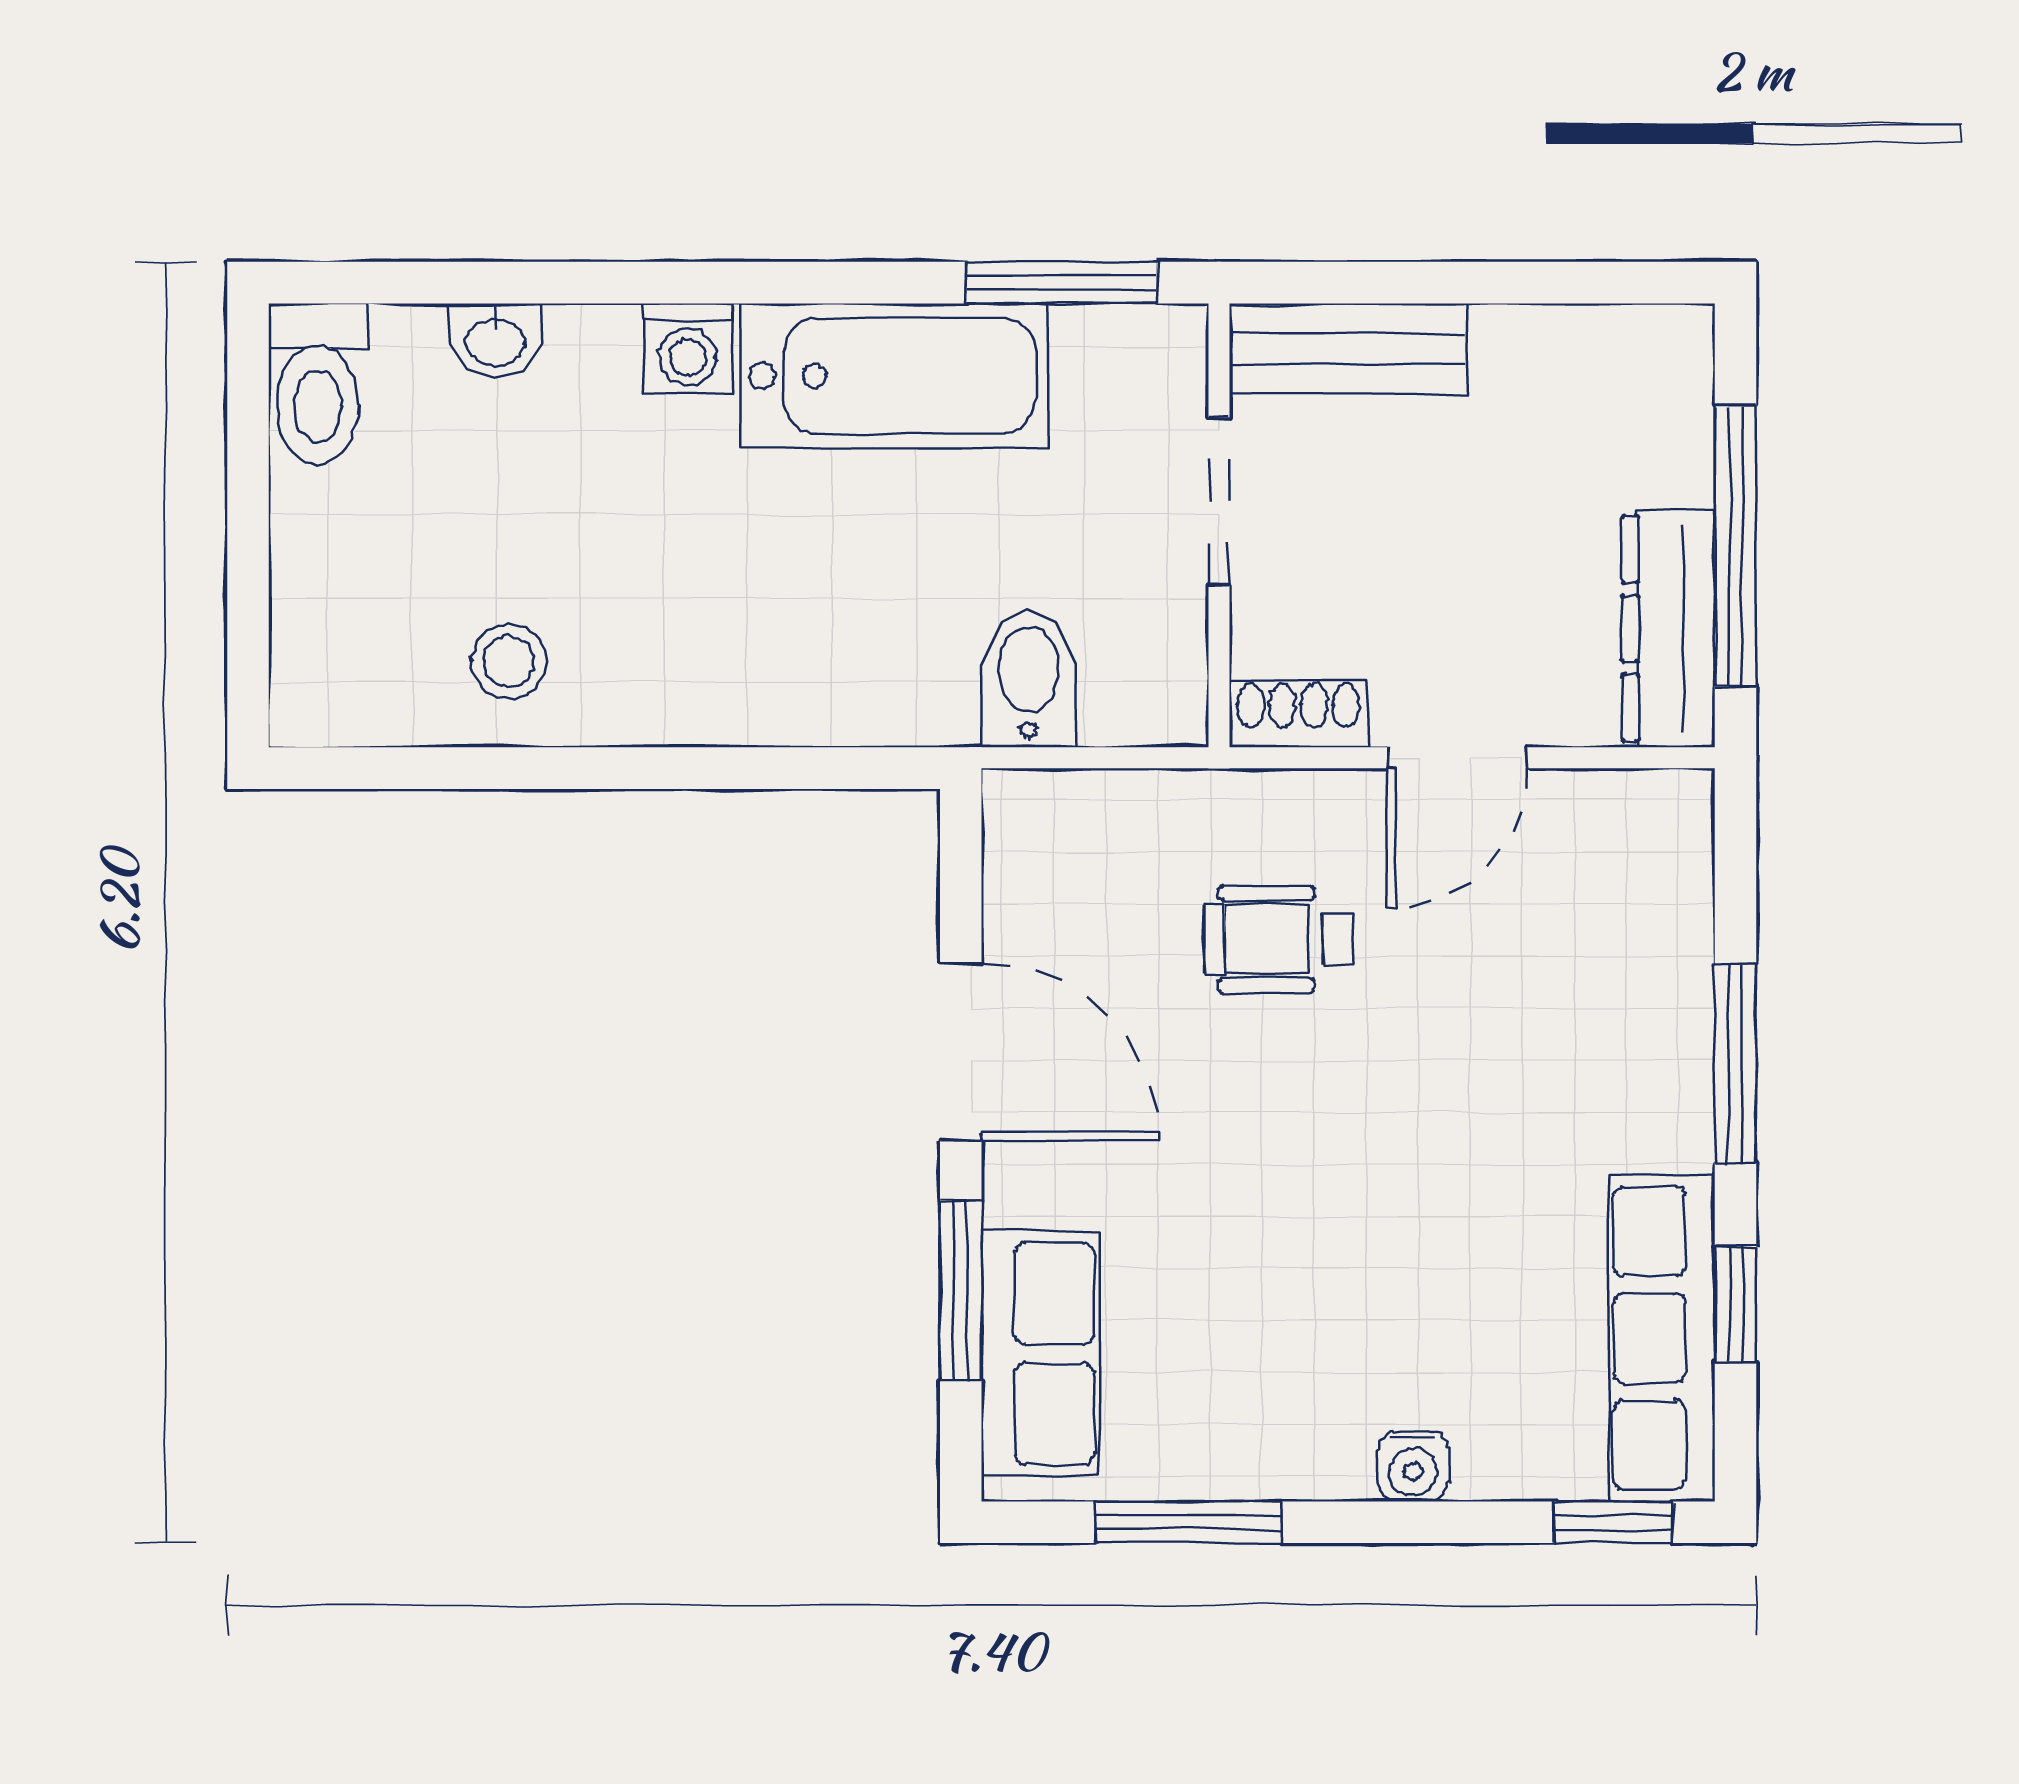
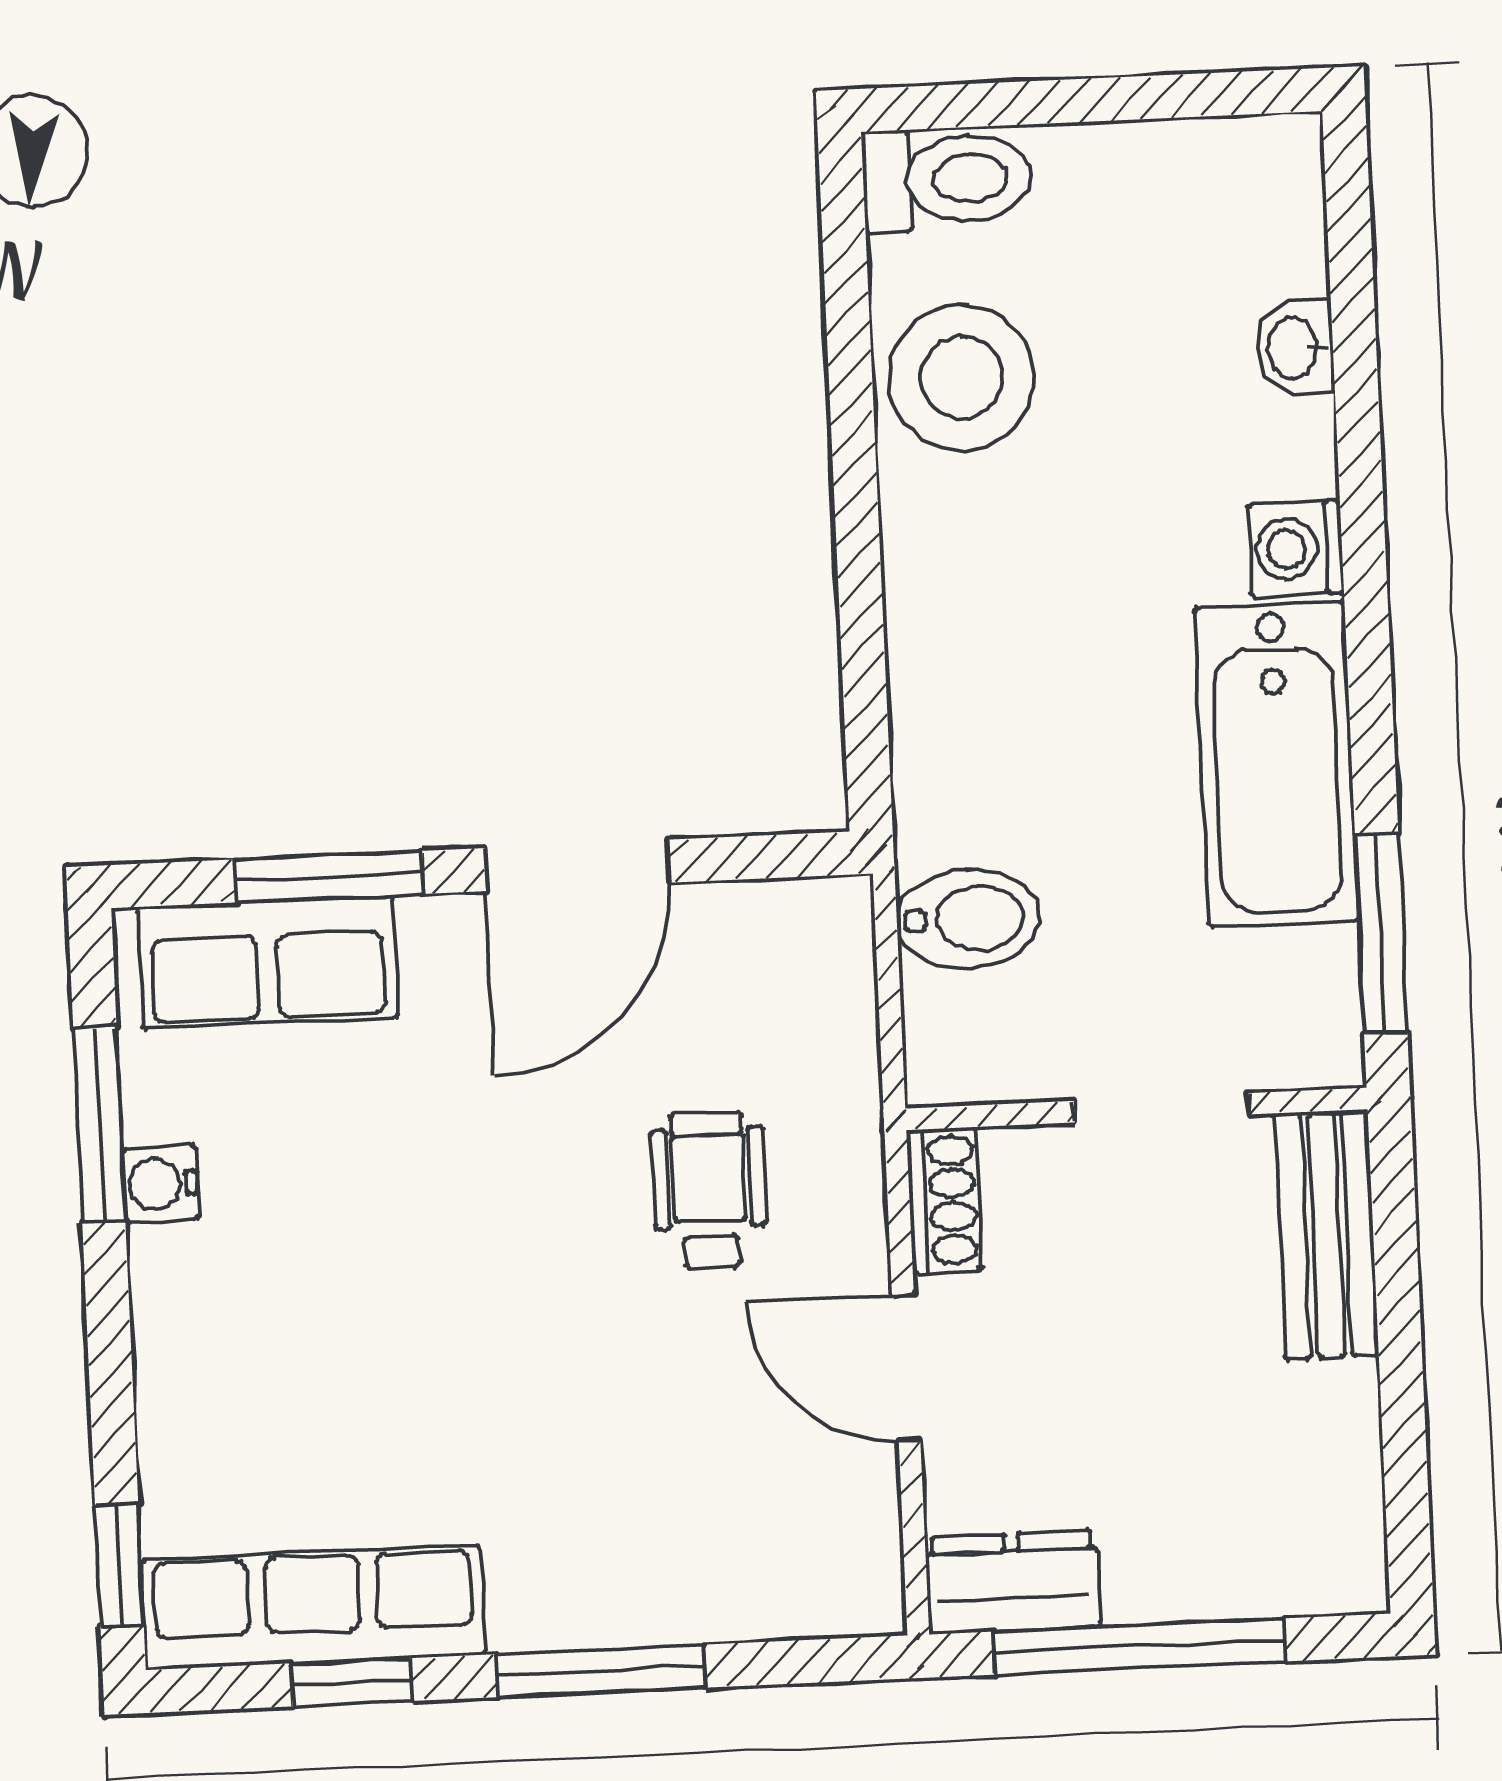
toilet: (318, 384) -> (947, 179), moved, turned 180
dresser: (1668, 629) -> (1013, 1582), width x0.70
stool: (509, 662) -> (961, 377), width x1.89, depth x1.89
water cooler: (1413, 1466) -> (161, 1184), moved

